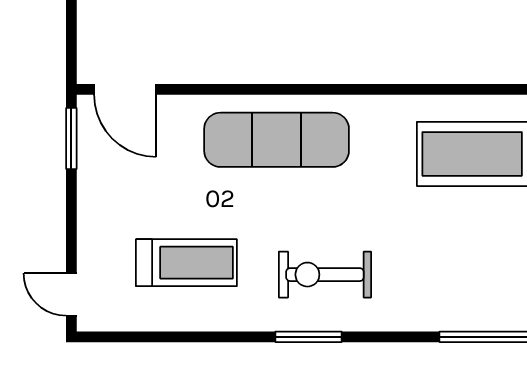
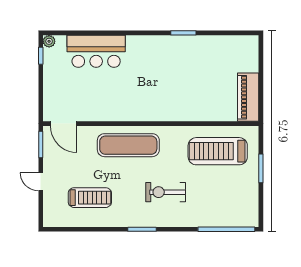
exercise bike: (325, 275) -> (166, 192), moved
door: (71, 294) -> (41, 182), moved

